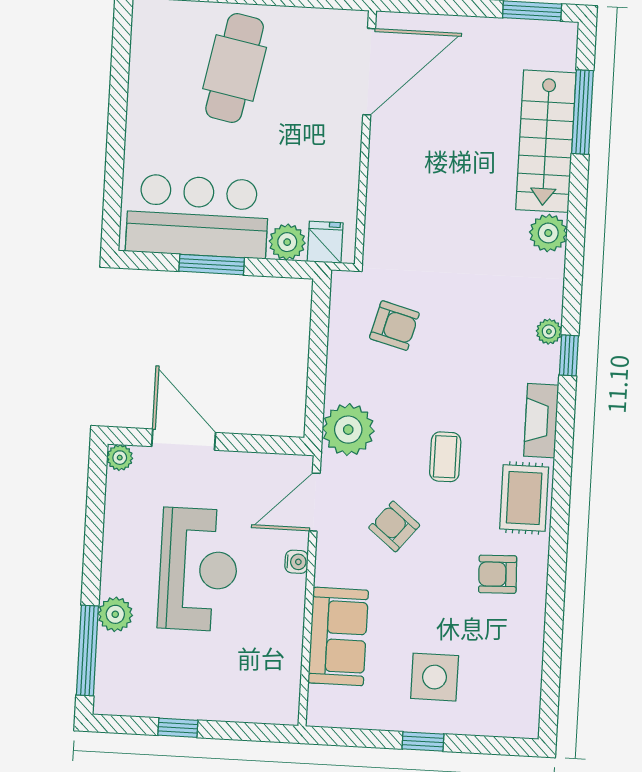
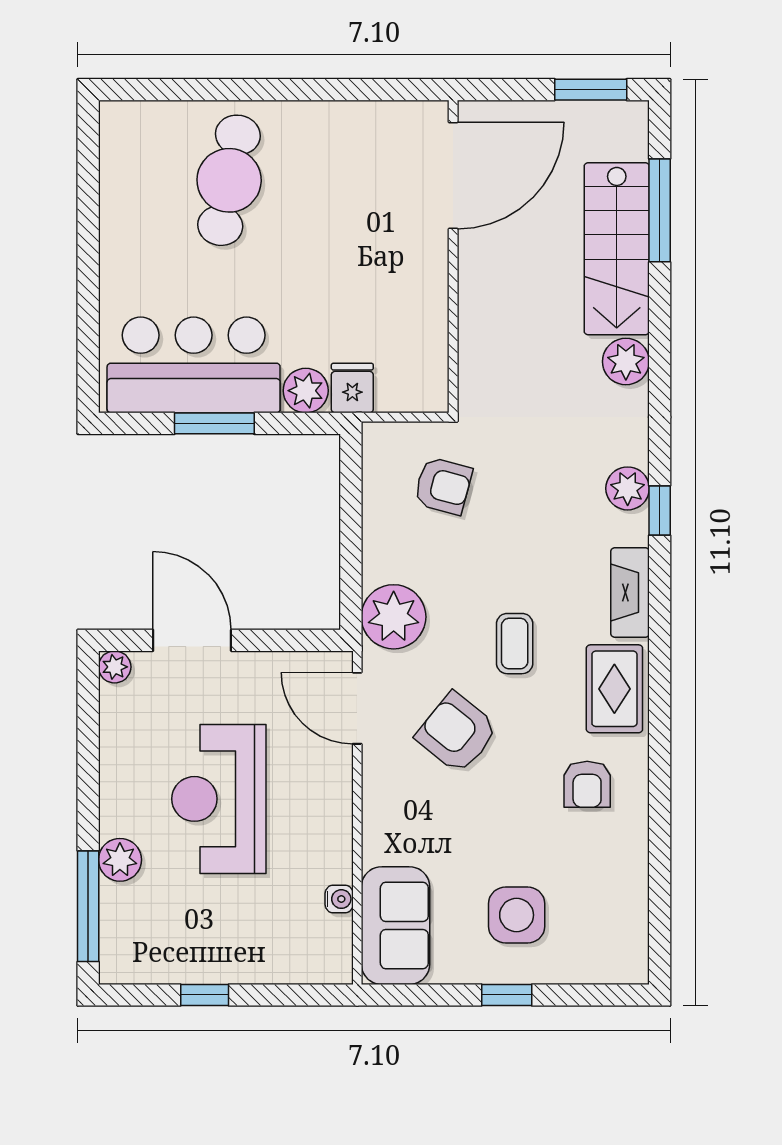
door: (369, 72) -> (453, 176), moved
wall: (366, 137) -> (453, 256), moved
plant: (549, 332) -> (628, 488), width x1.38, depth x1.38
door: (315, 502) -> (357, 708), hinge flipped
armchair: (394, 526) -> (457, 733), width x1.38, depth x1.38
water cooler: (297, 562) -> (339, 899), moved
reception desk: (198, 569) -> (219, 799), turned 180
armchair: (498, 574) -> (587, 784), turned -88
sofa: (338, 636) -> (395, 926), moved

